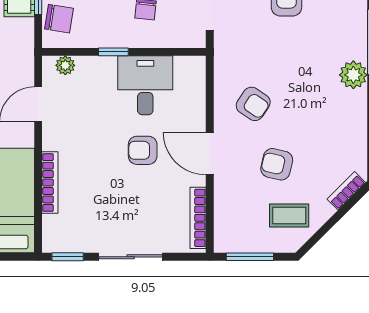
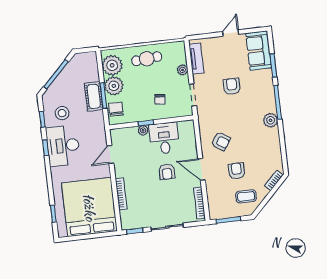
chair: (59, 19) -> (116, 109), turned -99
plant: (65, 65) -> (143, 130), moved
armchair: (143, 150) -> (167, 172), turned -90
armchair: (277, 164) -> (237, 171), turned 77

